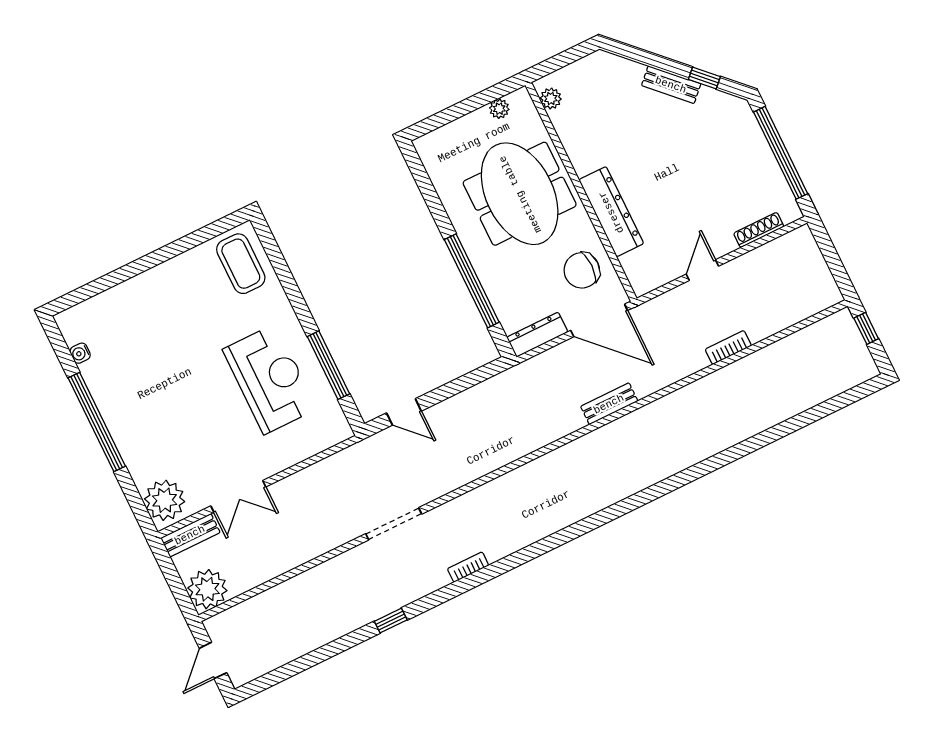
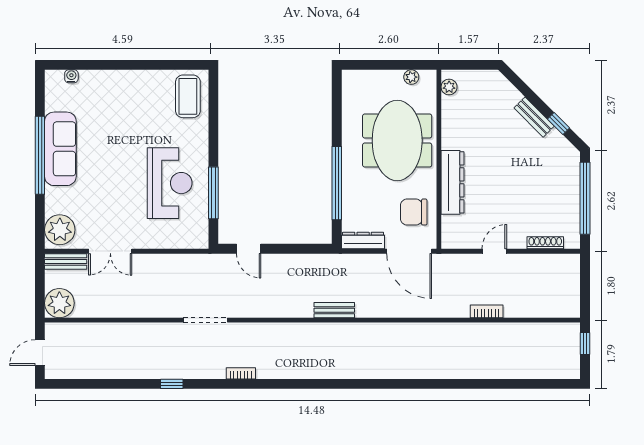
water cooler: (80, 353) -> (71, 76), moved, turned 90
sofa: (118, 402) -> (60, 149), added
bench: (609, 404) -> (334, 310), moved

